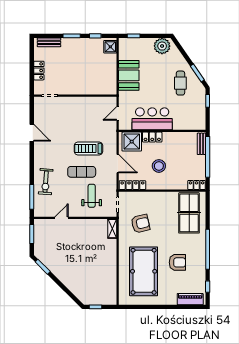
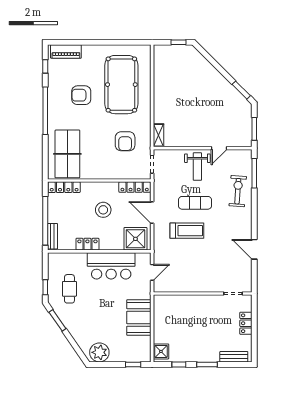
cafe table: (180, 83) -> (69, 289), moved
locker: (152, 137) -> (87, 244), moved
locker: (197, 185) -> (64, 187), width x1.53
weight bench: (92, 196) -> (197, 167), moved
armchair: (140, 224) -> (125, 141), turned -77

